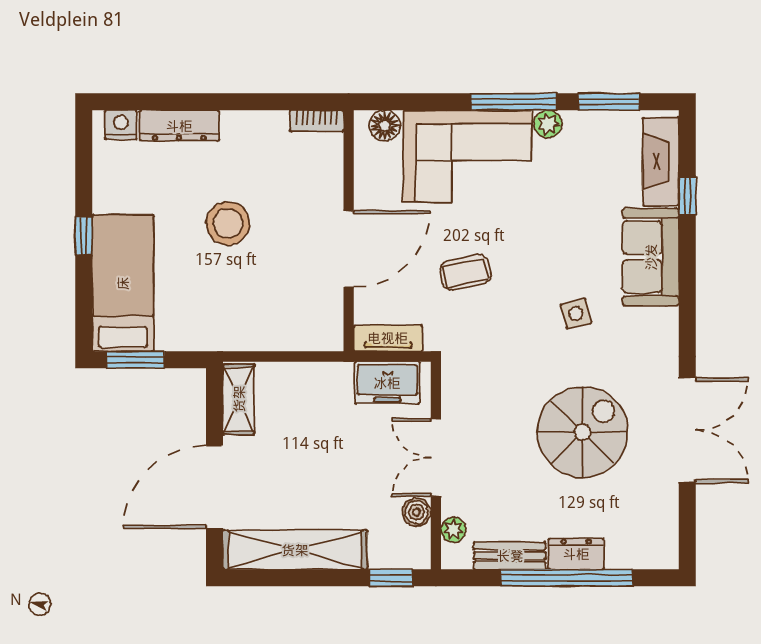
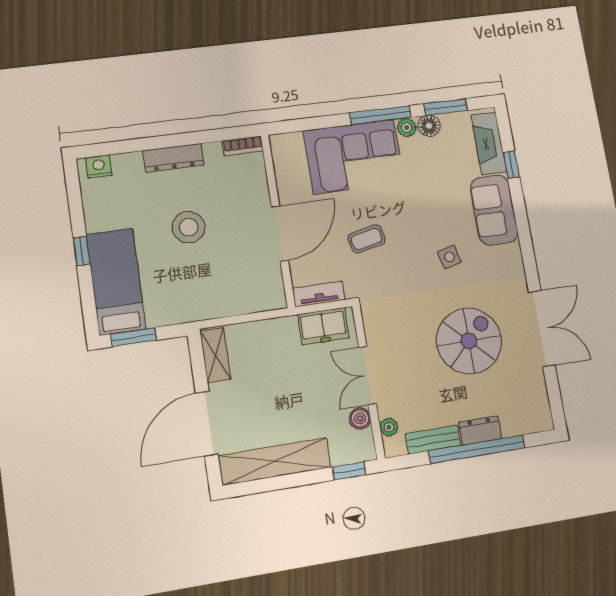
dresser: (179, 126) -> (173, 158), moved
floor lamp: (385, 126) -> (429, 126), moved

